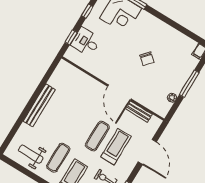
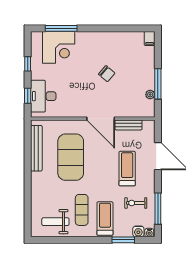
desk: (86, 42) -> (43, 96), width x1.37
window: (189, 84) -> (158, 84), moved
bench: (39, 105) -> (36, 148), moved
exercise mat: (97, 136) -> (71, 157), moved, width x2.00, depth x1.45

